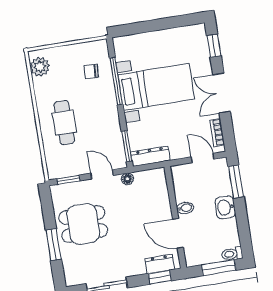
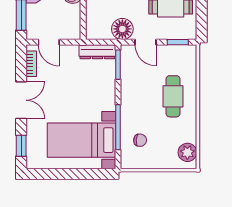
bed with nightstands: (156, 87) -> (81, 140), moved
floor lamp: (127, 179) -> (122, 29), width x1.89, depth x1.89

